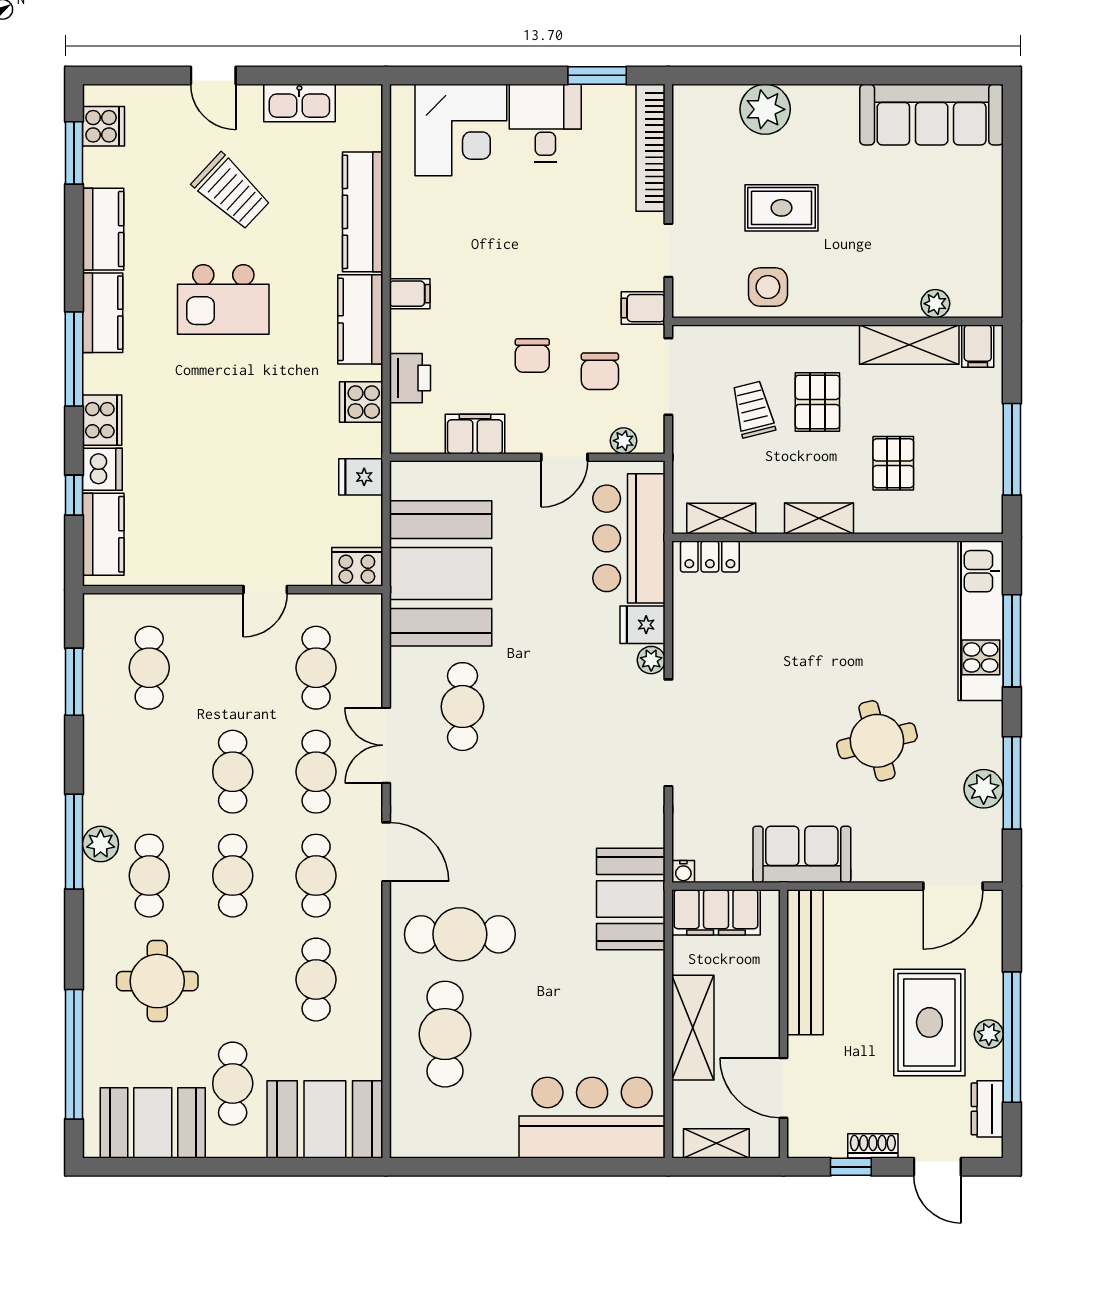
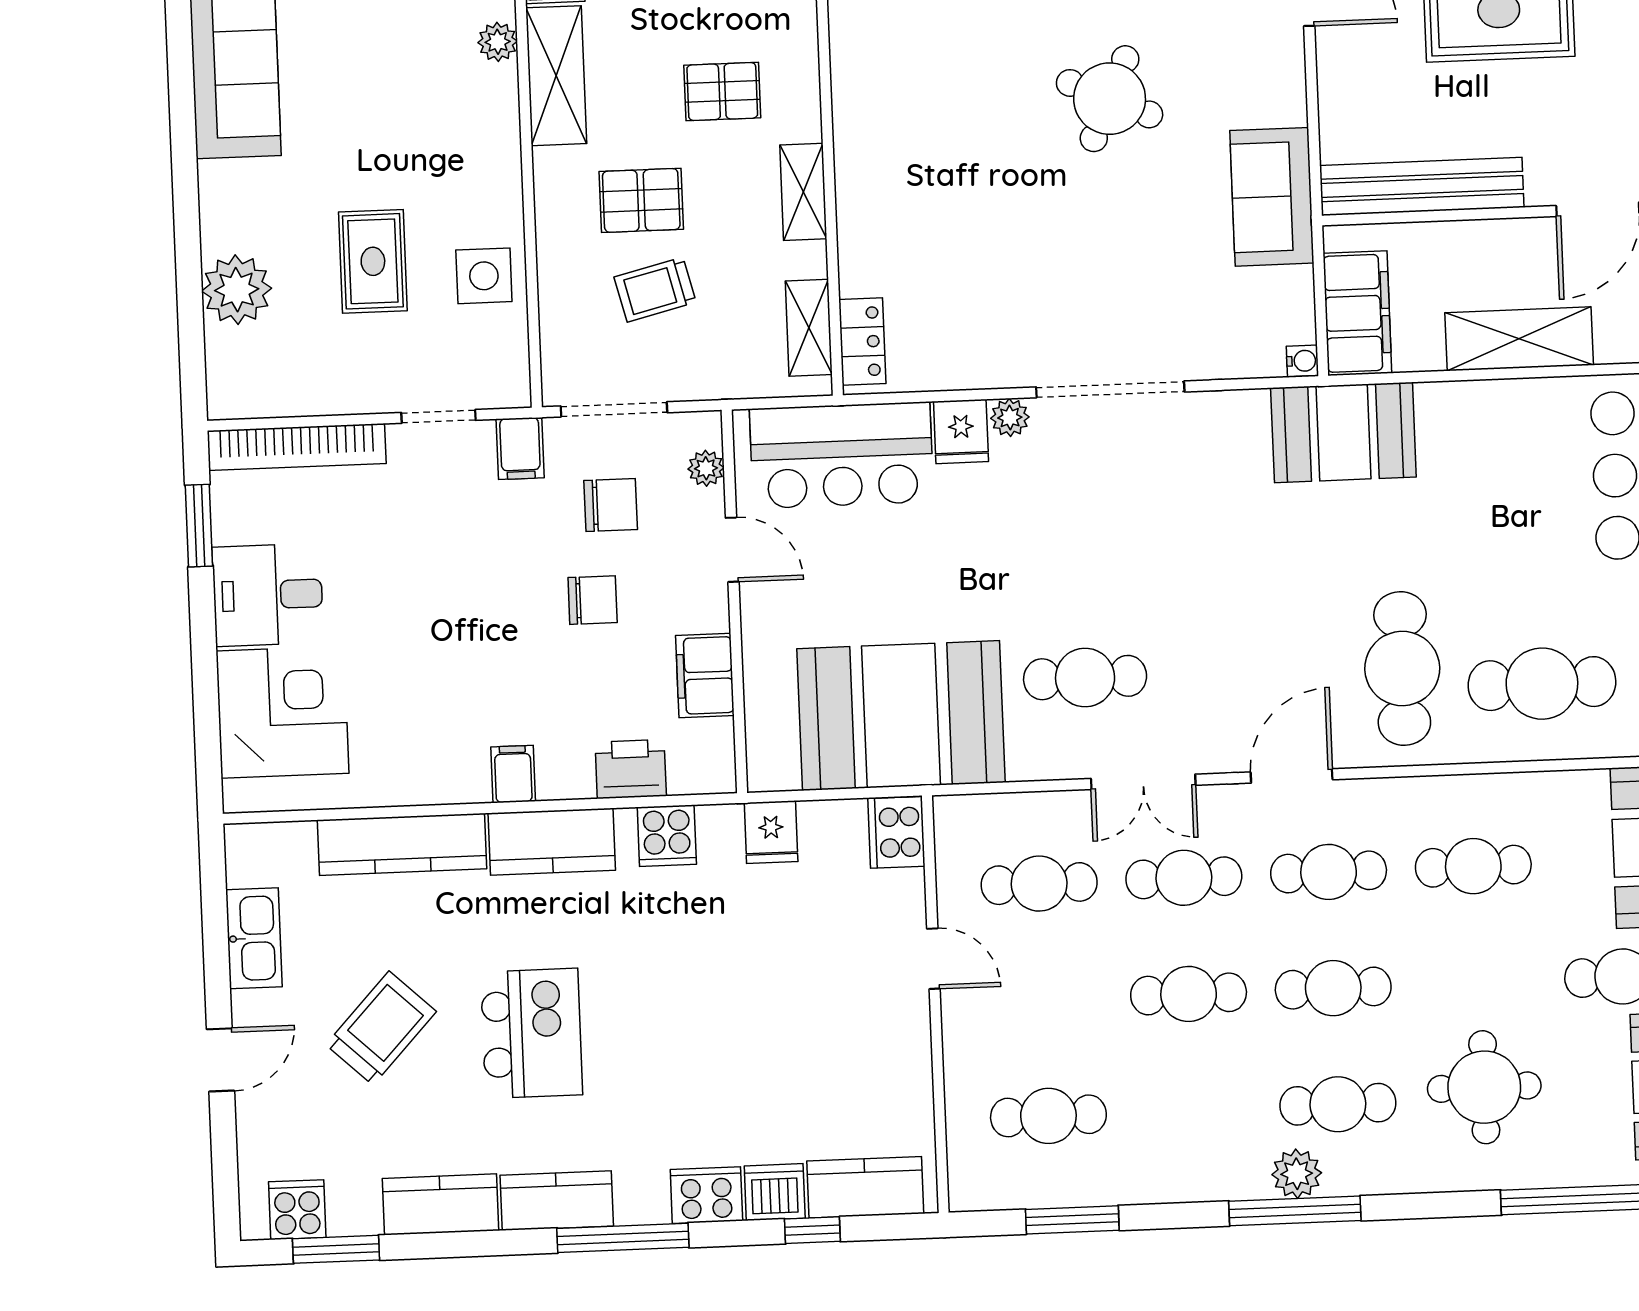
round table: (877, 741) -> (1110, 99), turned 38

